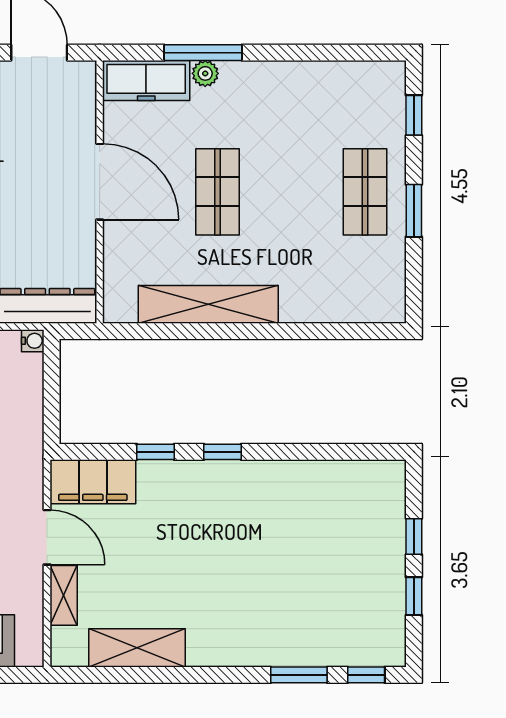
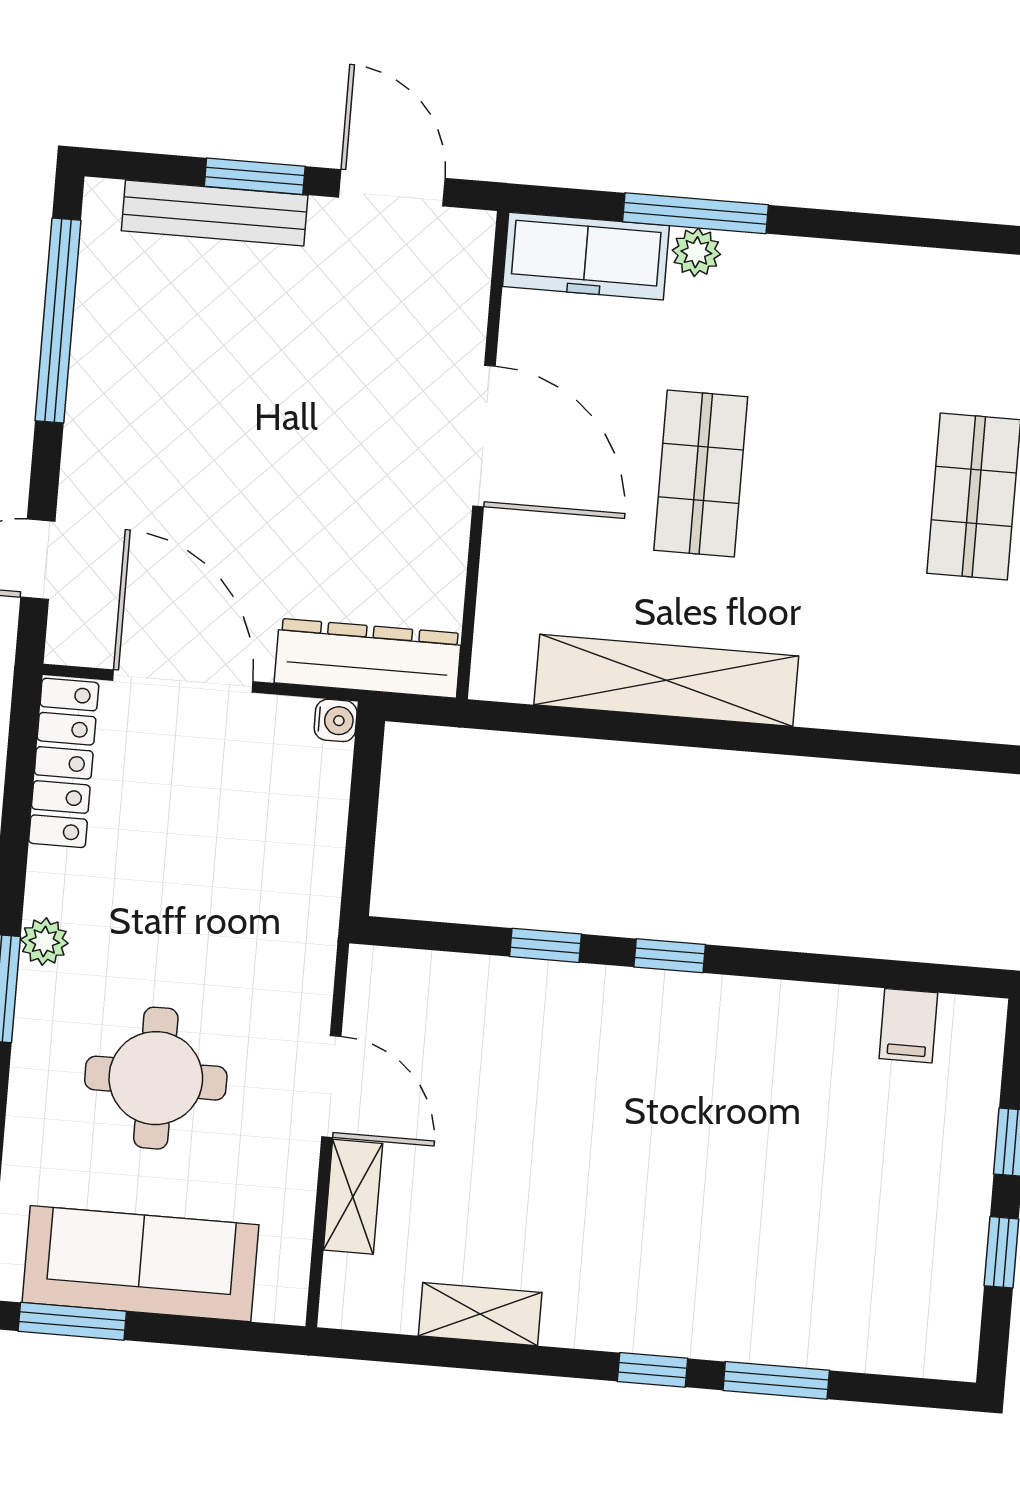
filing cabinet: (93, 482) -> (908, 1026), moved, width x0.33, depth x0.86
shelving: (137, 648) -> (480, 1314), width x0.67, depth x0.75
window: (366, 675) -> (652, 1370), moved

